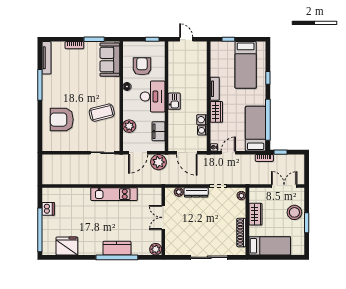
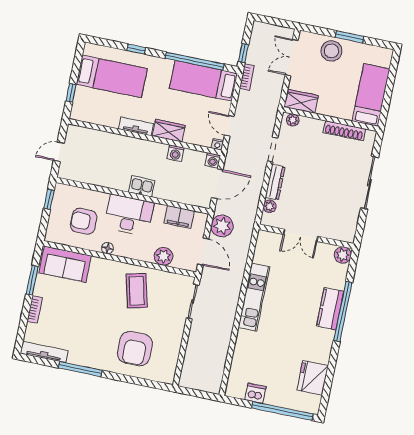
washing machine: (202, 130) -> (213, 160), moved
wardrobe: (255, 214) -> (301, 101), moved

